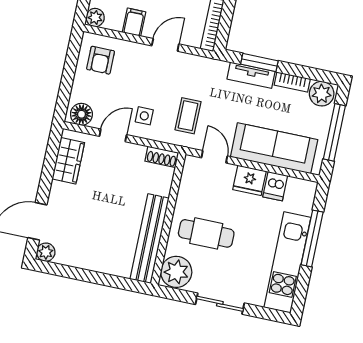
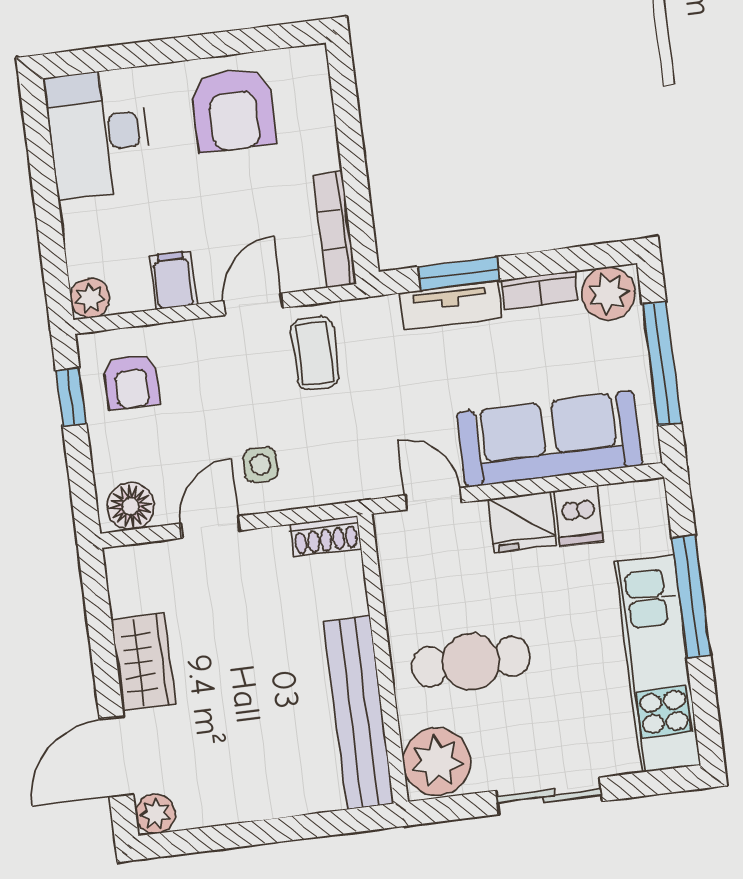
window: (72, 58) -> (71, 397), added
coffee table: (188, 116) -> (315, 353), moved
wardrobe: (68, 161) -> (143, 662), moved

